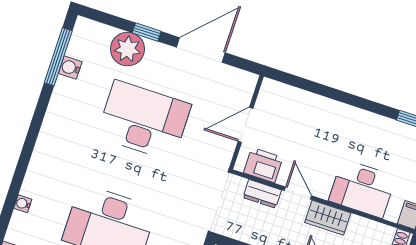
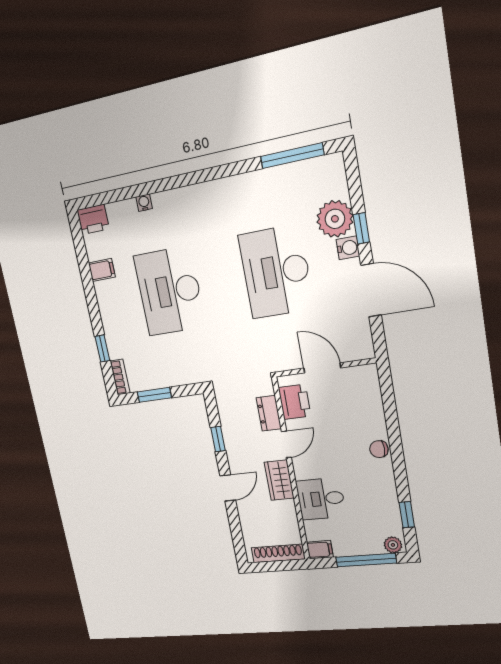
water cooler: (70, 68) -> (348, 248), moved, turned 90
chair: (340, 113) -> (379, 449), added
desk: (144, 120) -> (276, 272), turned 180
desk: (362, 188) -> (321, 499), width x0.73

